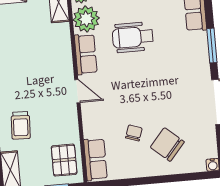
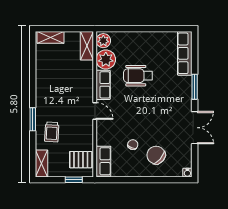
pallet: (64, 160) -> (81, 160), turned 90

